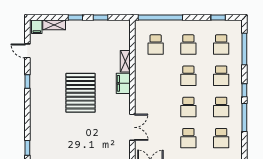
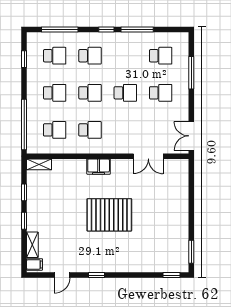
shelving: (125, 61) -> (39, 164), moved
school desk: (221, 107) -> (90, 130), moved
double door: (132, 127) -> (148, 156), swing flipped

